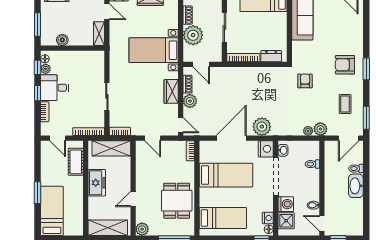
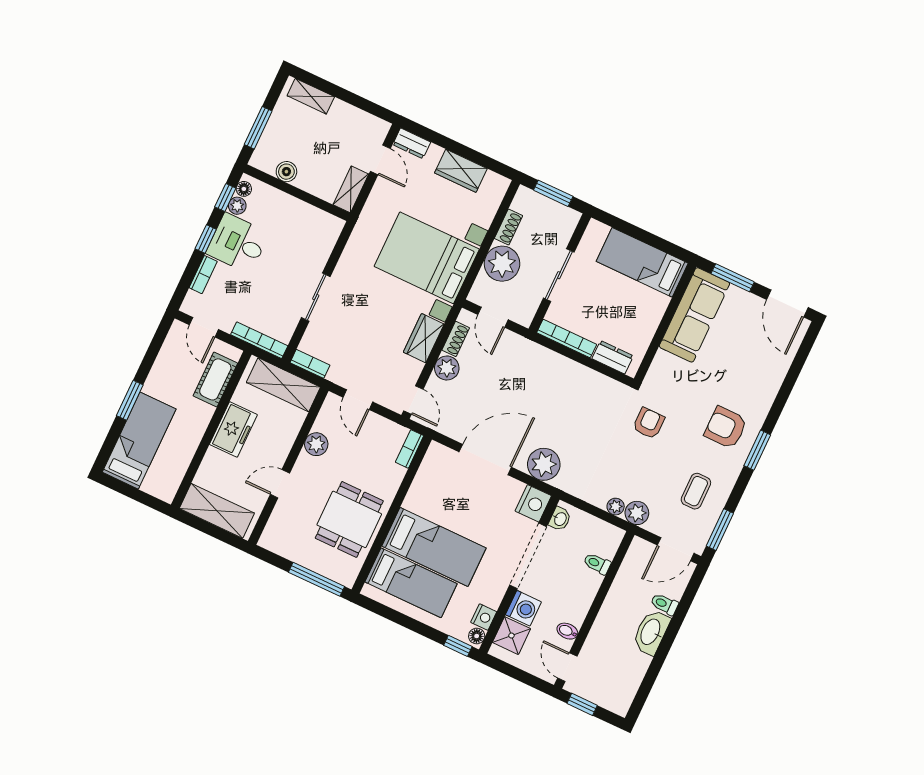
bed with nightstands: (154, 50) -> (427, 258), width x1.36
bed: (226, 175) -> (434, 547), moved
plant: (142, 229) -> (316, 444), moved

